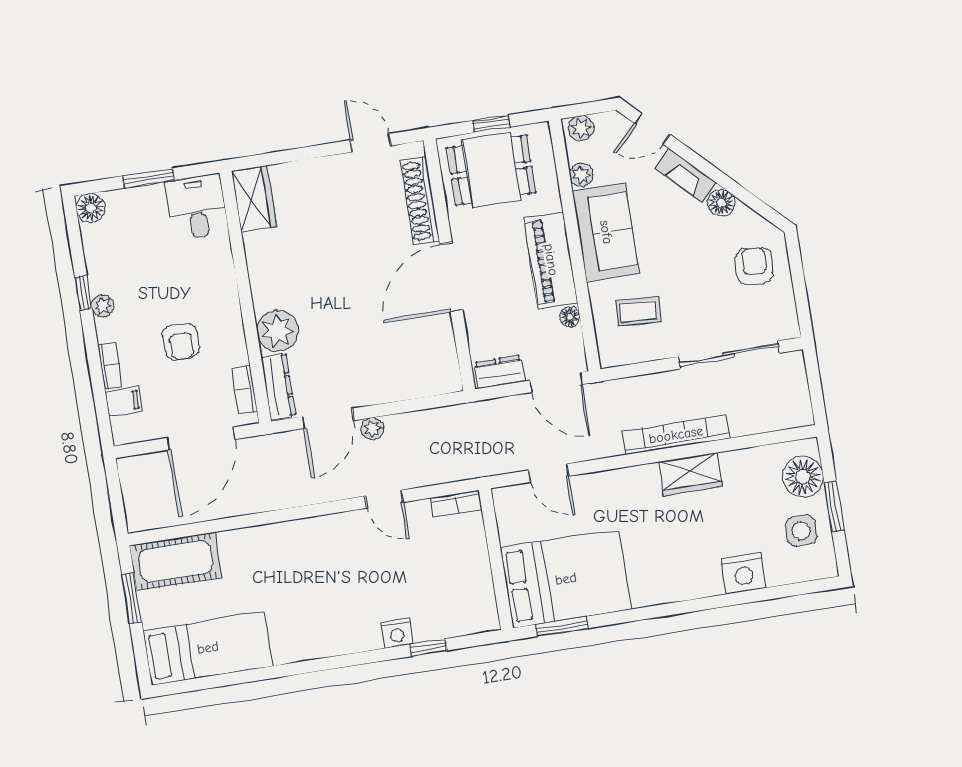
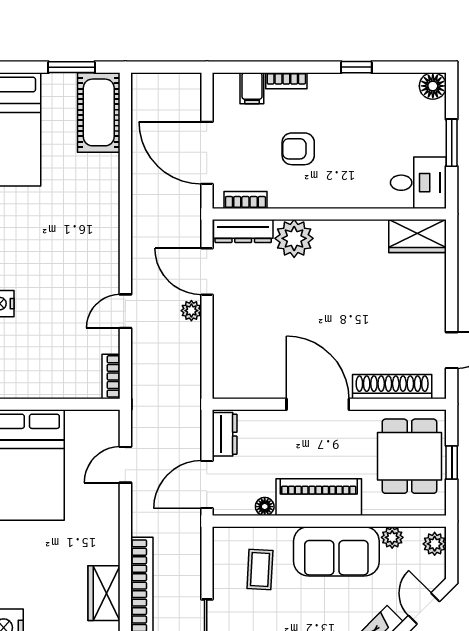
plant: (103, 306) -> (342, 83), removed

